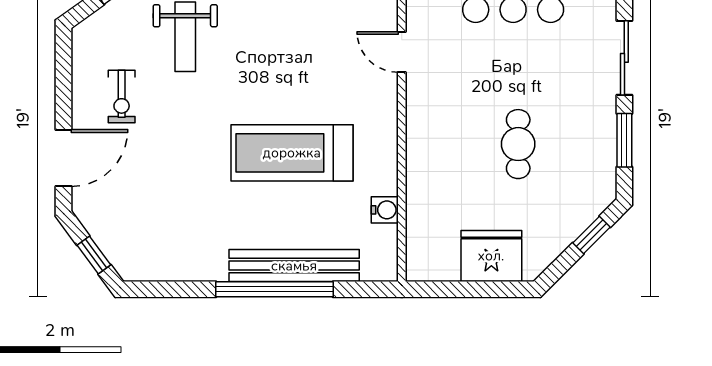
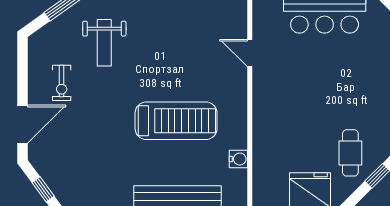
cafe table: (518, 144) -> (350, 153), moved
treadmill: (292, 153) -> (176, 121), turned 180

